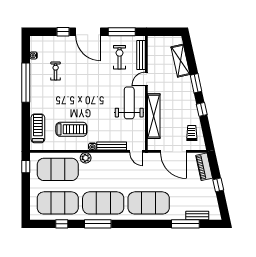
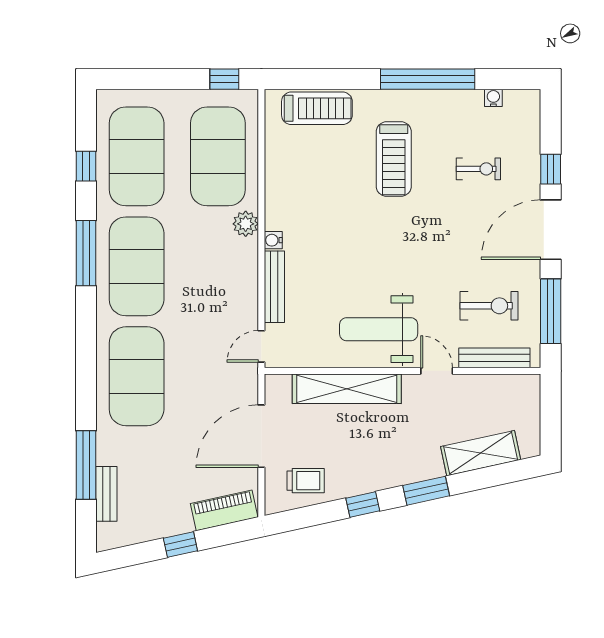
exercise bike: (56, 71) -> (478, 169), moved
weight bench: (129, 103) -> (379, 329), turned 180
treadmill: (71, 129) -> (394, 159), moved

